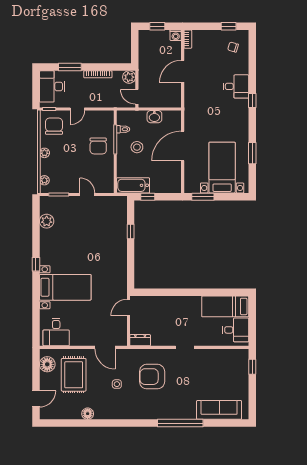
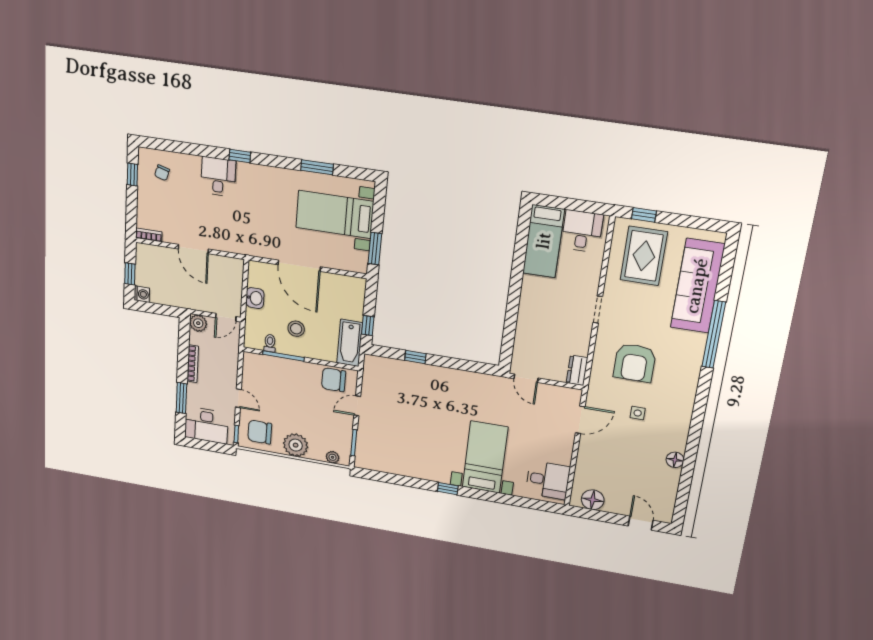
washing machine: (176, 35) -> (142, 294), moved
chair: (98, 146) -> (334, 380), moved, turned 180
plant: (44, 153) -> (296, 445), width x1.88, depth x1.88
plant: (47, 221) -> (389, 464), removed
rug: (74, 375) -> (644, 256), moved, turned 90
sofa: (219, 410) -> (697, 286), width x1.36, depth x1.27

